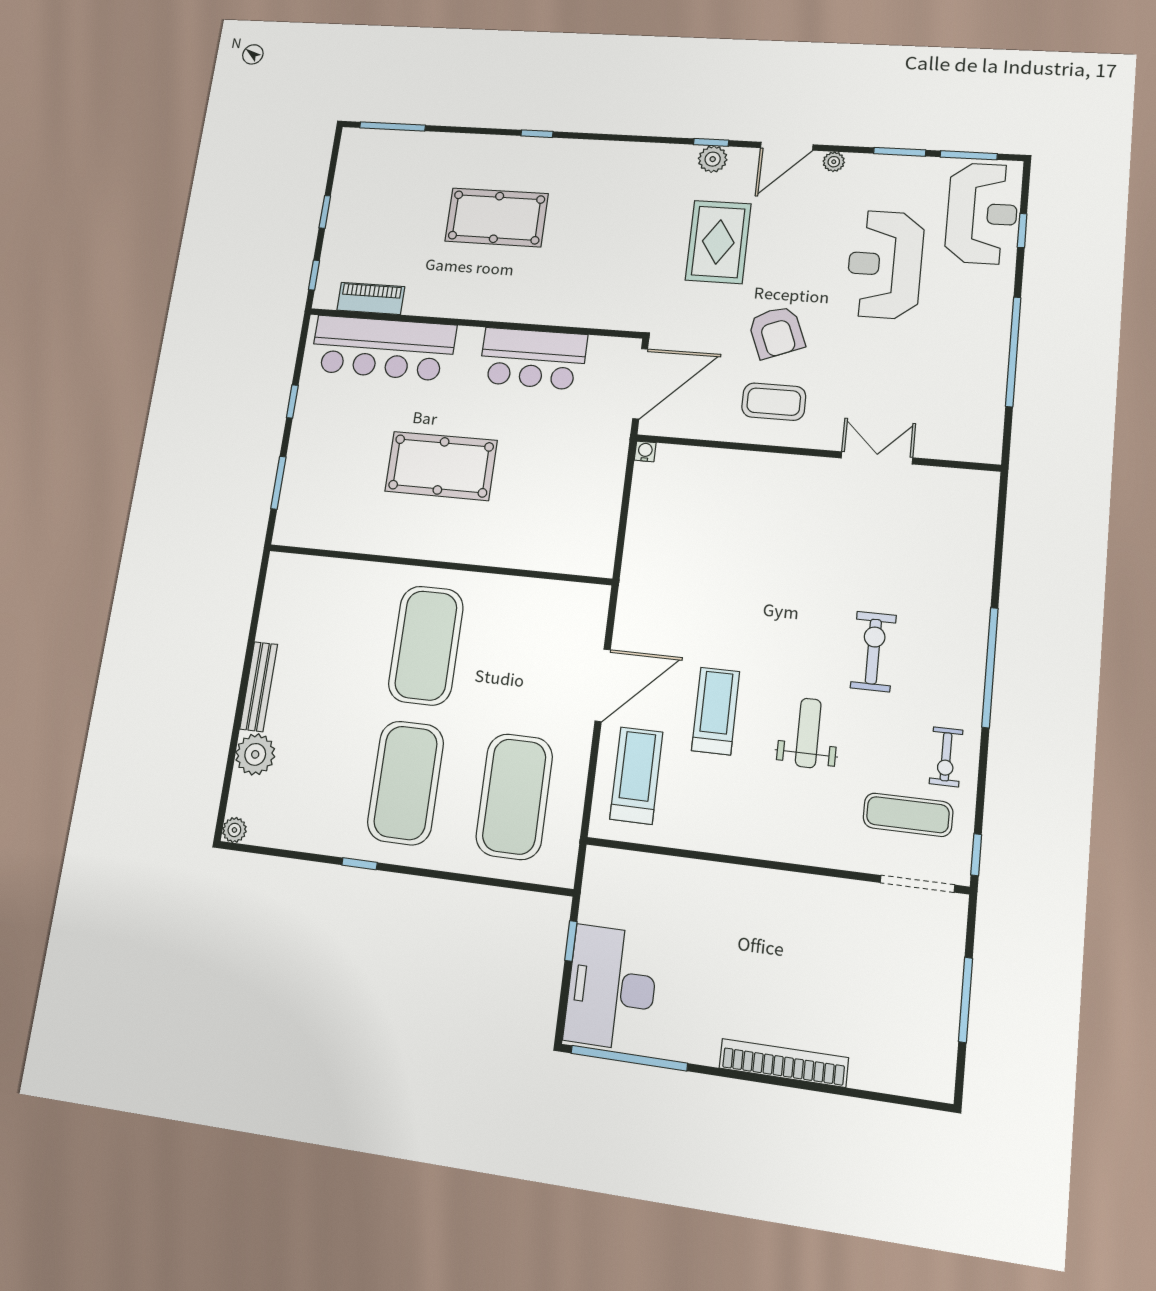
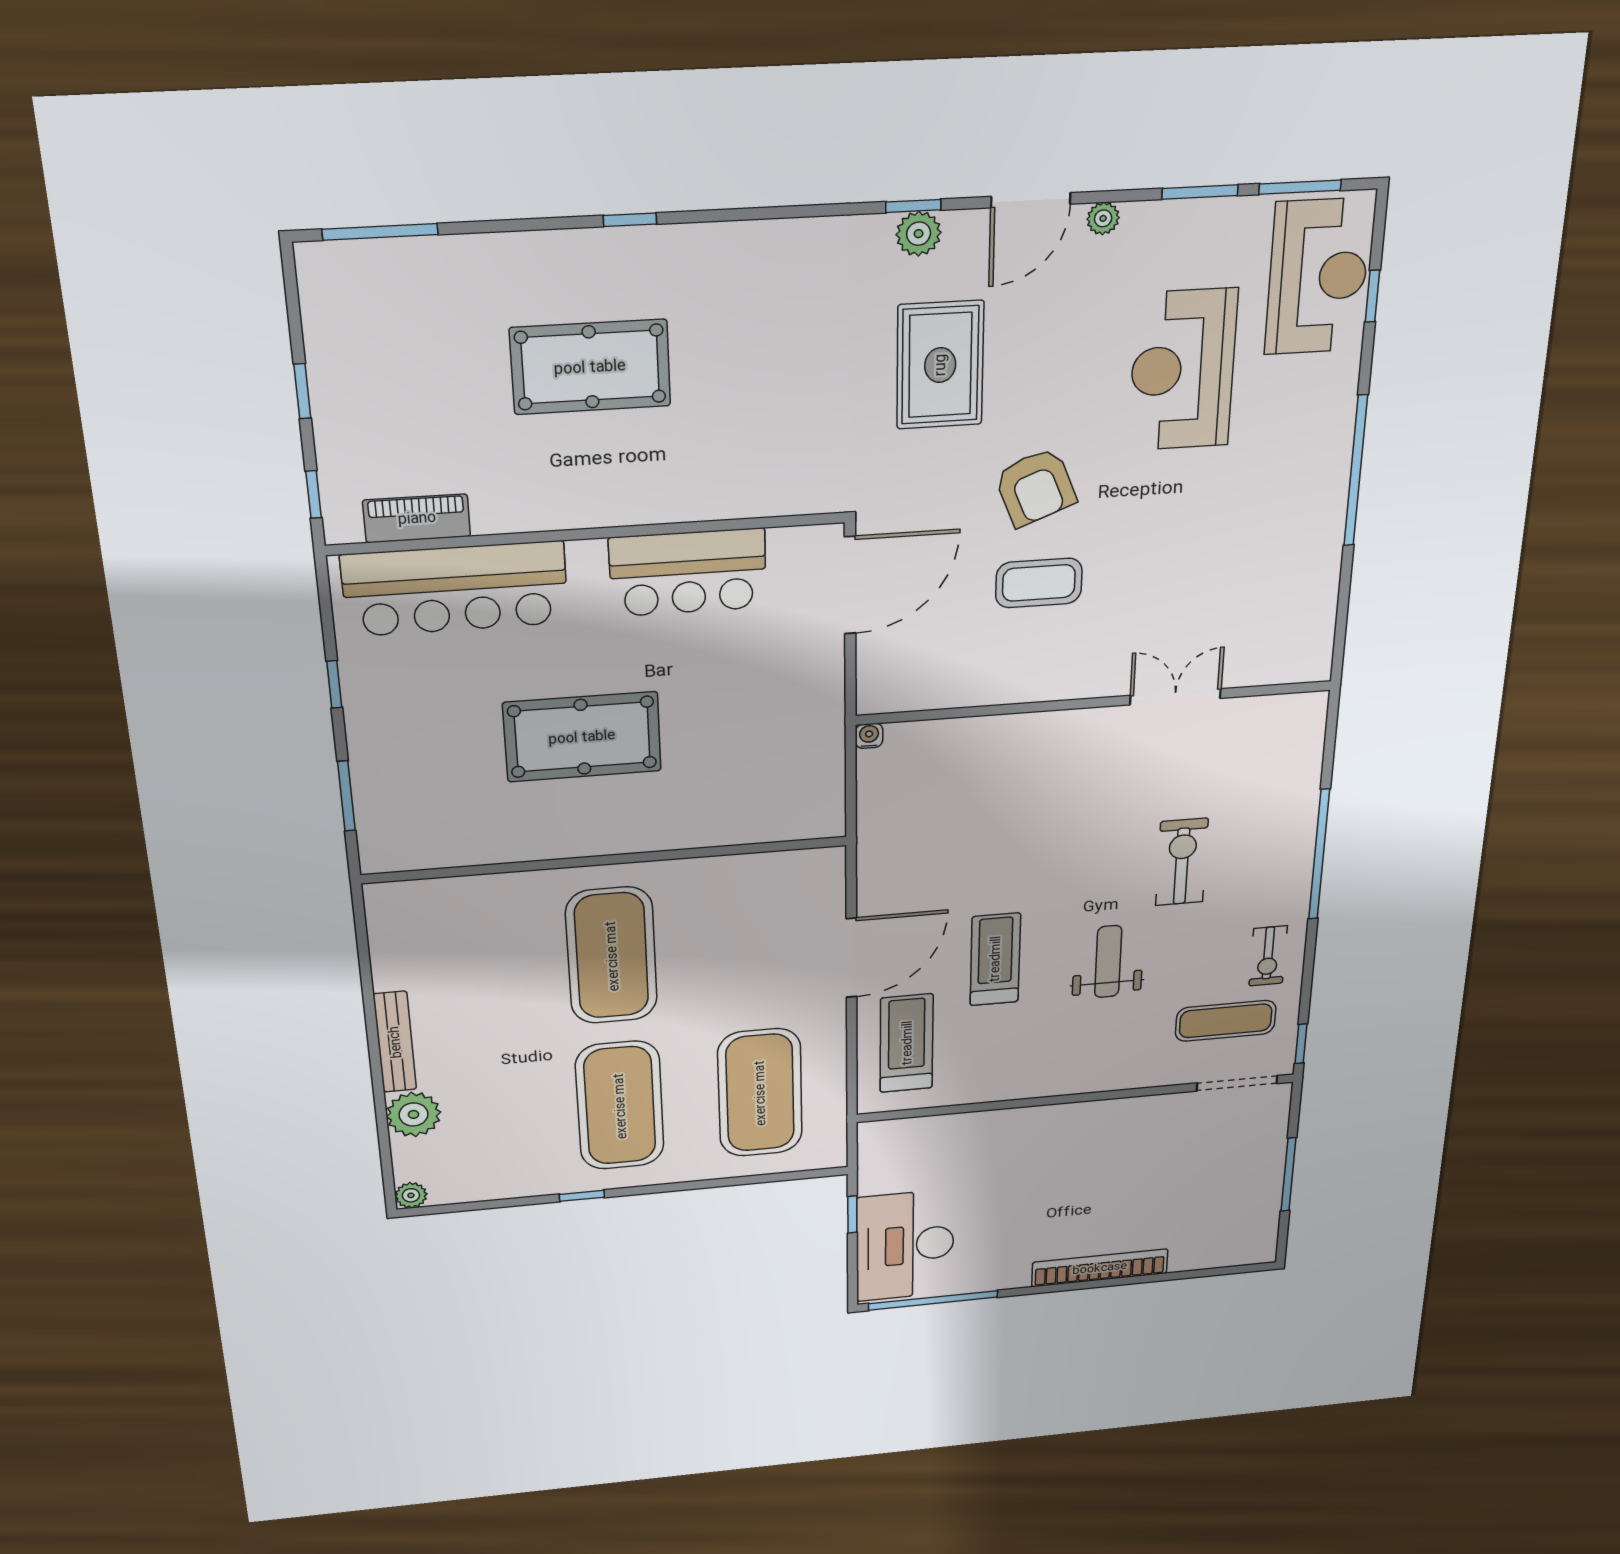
water cooler: (645, 451) -> (869, 736), moved
wall: (815, 453) -> (1096, 703), moved
double door: (877, 458) -> (1175, 697), moved

